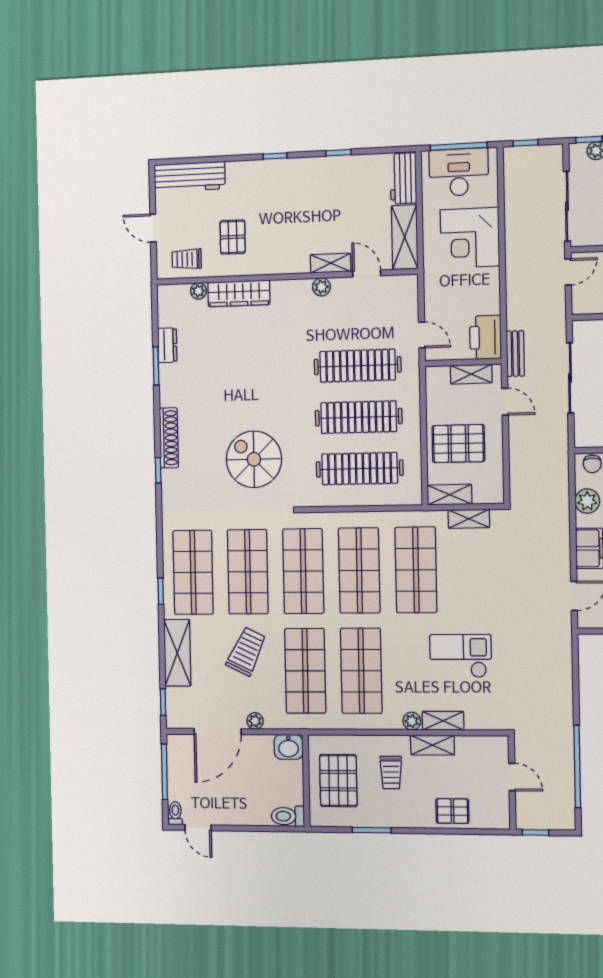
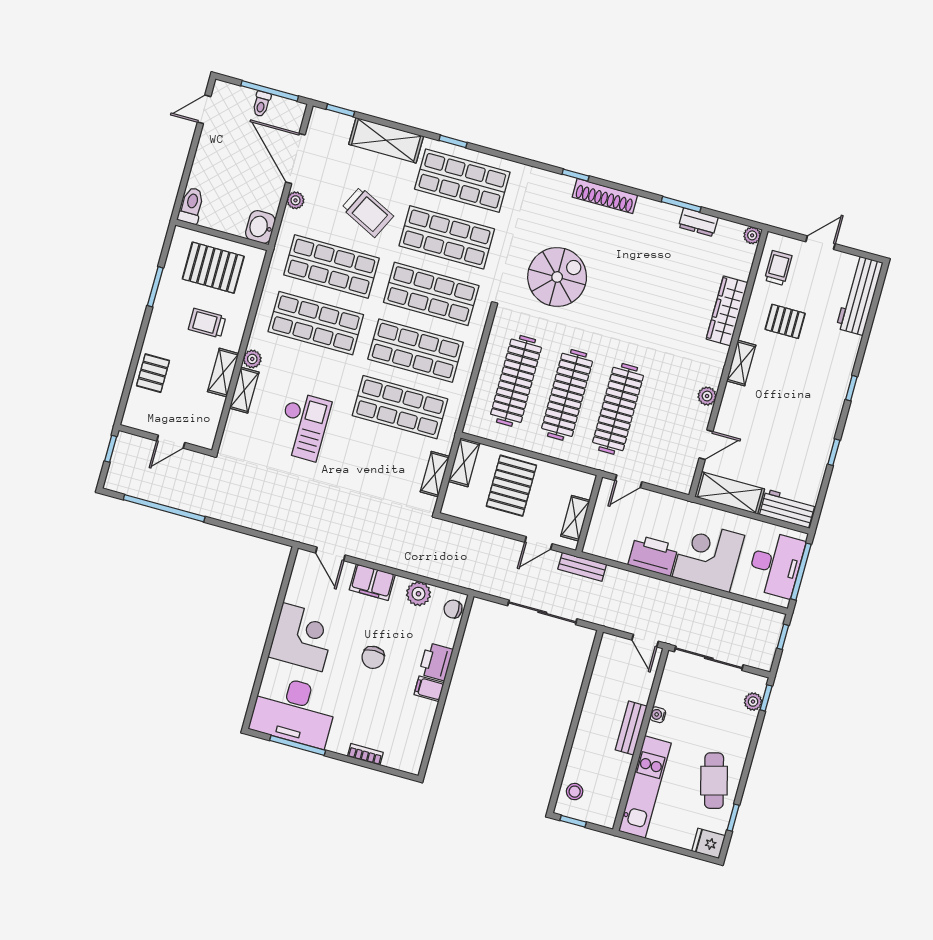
shelving: (331, 263) -> (741, 363), moved
plant: (198, 291) -> (752, 235), moved
printer: (485, 337) -> (653, 555), moved
toilet: (175, 813) -> (261, 104), moved, turned 90

